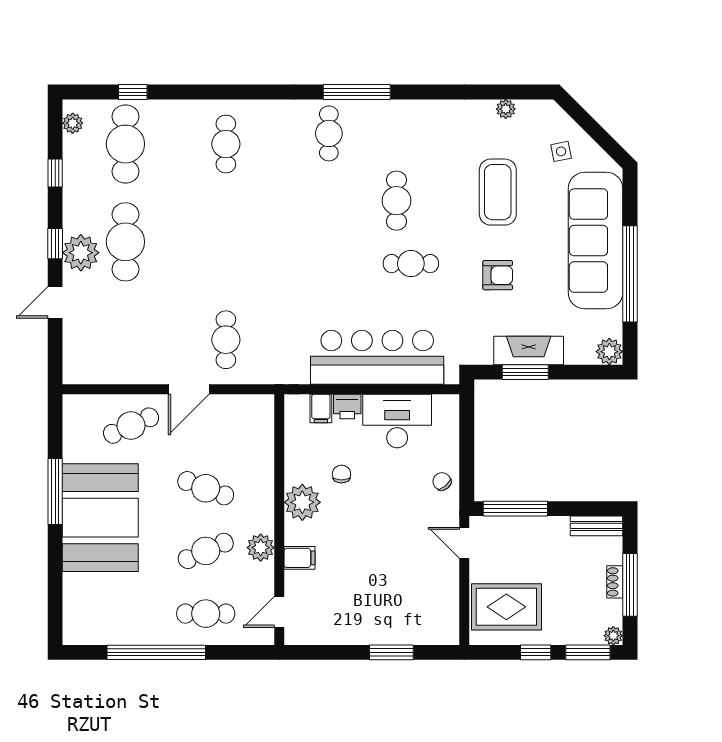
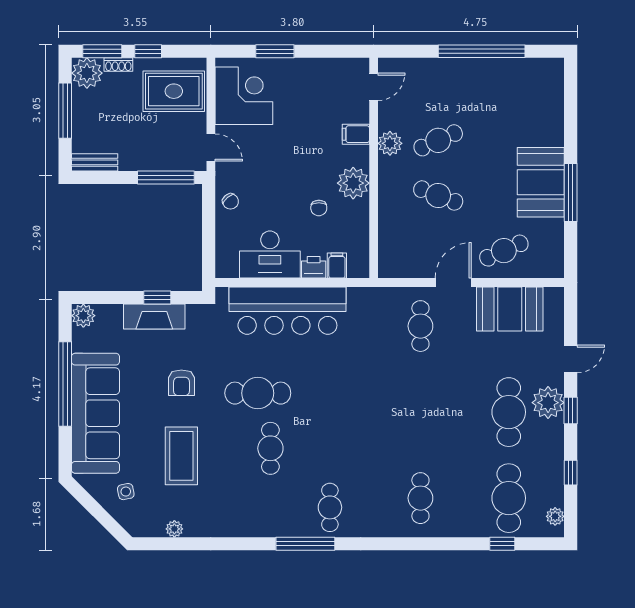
cafe table: (411, 264) -> (258, 393), width x1.37, depth x1.35
armchair: (498, 275) -> (181, 383), turned -90
booth: (124, 359) -> (510, 309), added
window: (525, 372) -> (157, 297), width x0.67
booth: (100, 518) -> (541, 182), width x0.73, depth x0.70
shoe rack: (615, 582) -> (118, 65), moved, turned 90
corner desk: (427, 602) -> (244, 96), added
cafe table: (206, 614) -> (438, 85), removed
plant: (613, 636) -> (87, 73), width x1.87, depth x1.87

